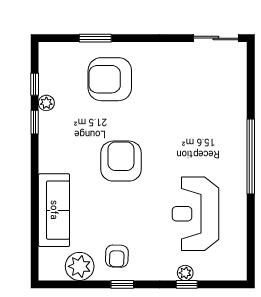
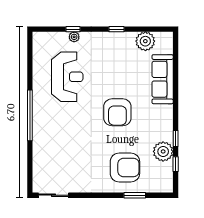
plant: (46, 103) -> (163, 151), width x1.87, depth x1.87
armchair: (117, 256) -> (120, 48), removed

